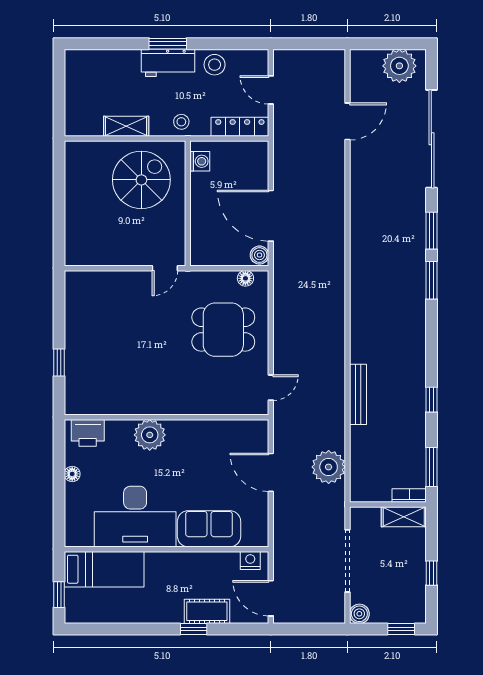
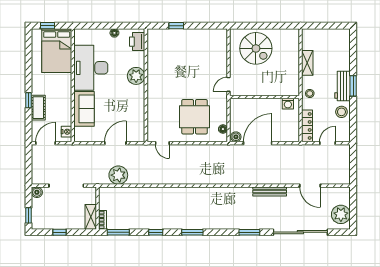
spiral stairs: (141, 180) -> (256, 48), moved
door: (165, 268) -> (229, 84), hinge flipped
window: (431, 280) -> (192, 232), moved
bench: (358, 394) -> (270, 191), moved
bed: (104, 569) -> (57, 51), width x1.50

